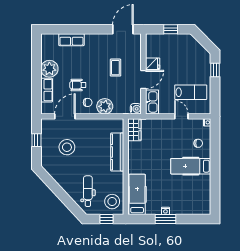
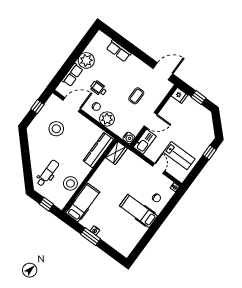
fridge: (153, 64) -> (179, 95), moved
kitchen counter: (117, 152) -> (98, 150), moved
stool: (112, 202) -> (70, 183), moved

